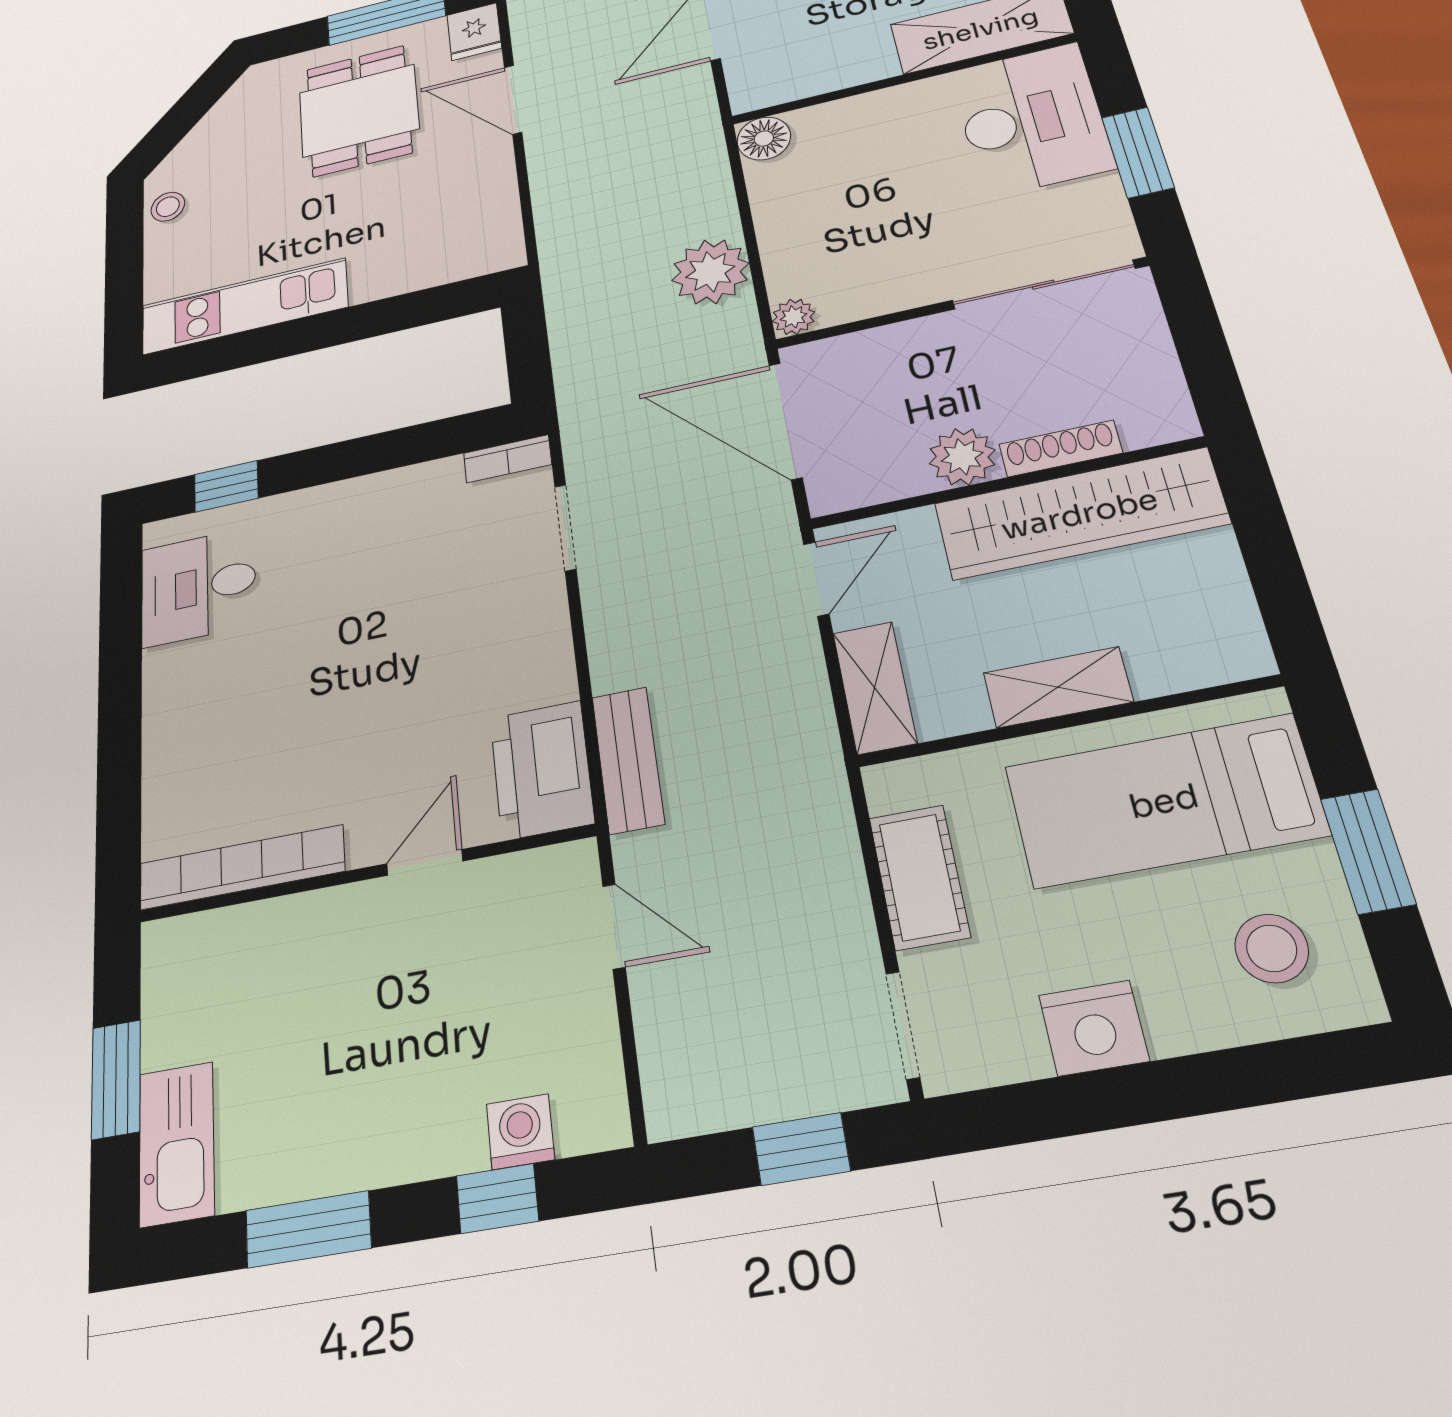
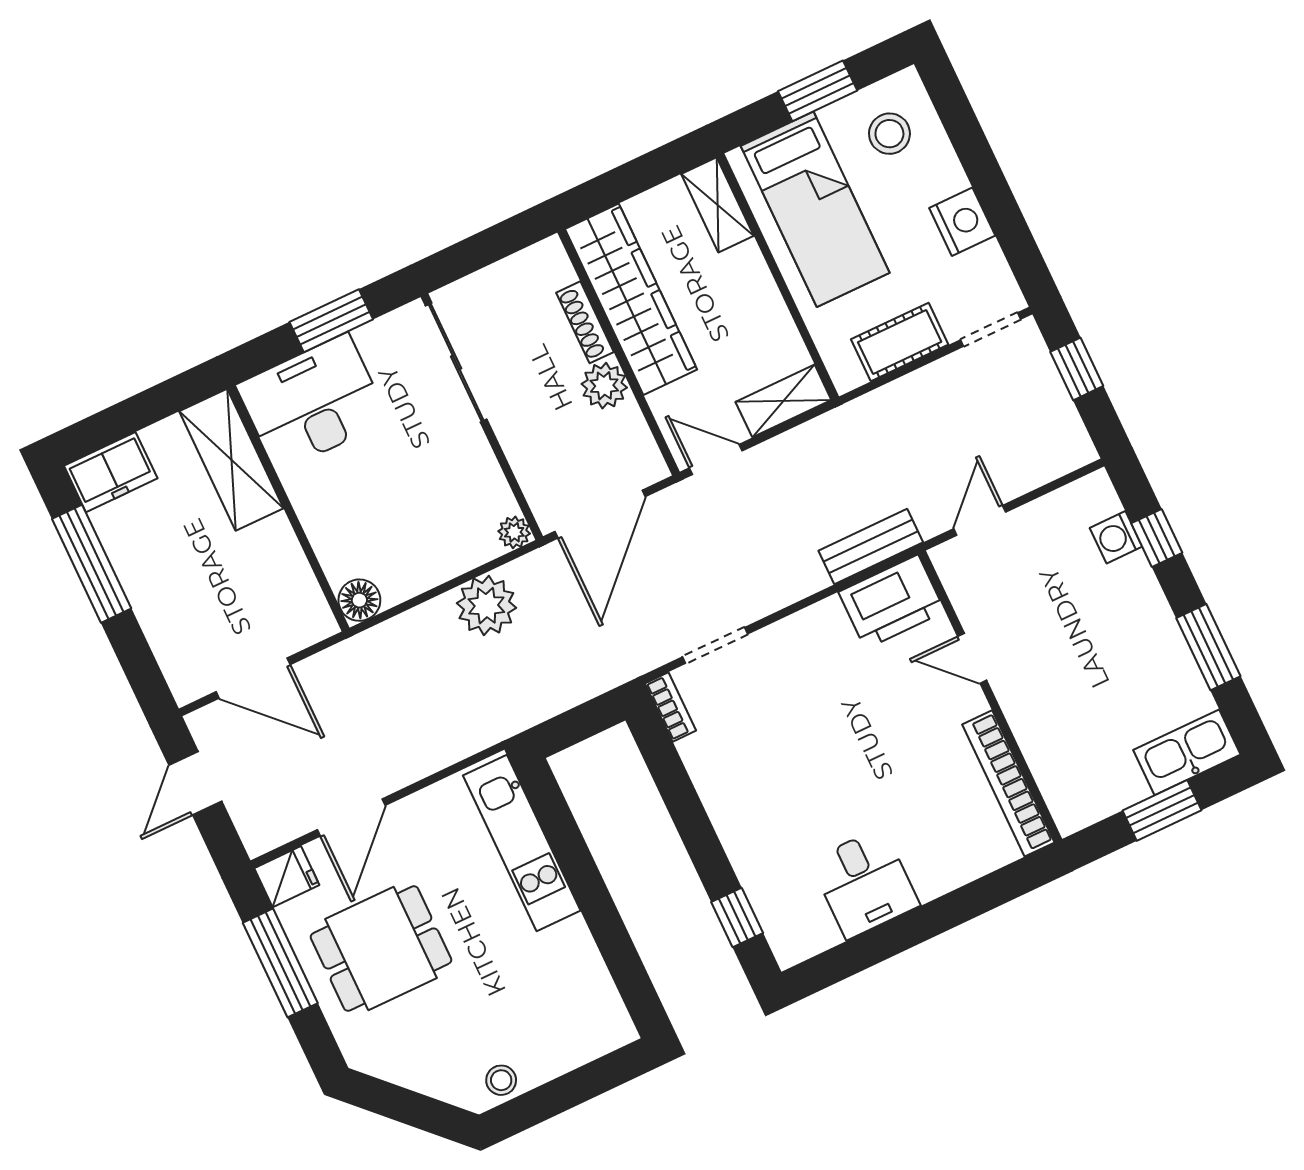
kitchen unit: (244, 306) -> (522, 843), moved
desk: (198, 587) -> (865, 883), moved
shelving: (1058, 687) -> (718, 205), moved

